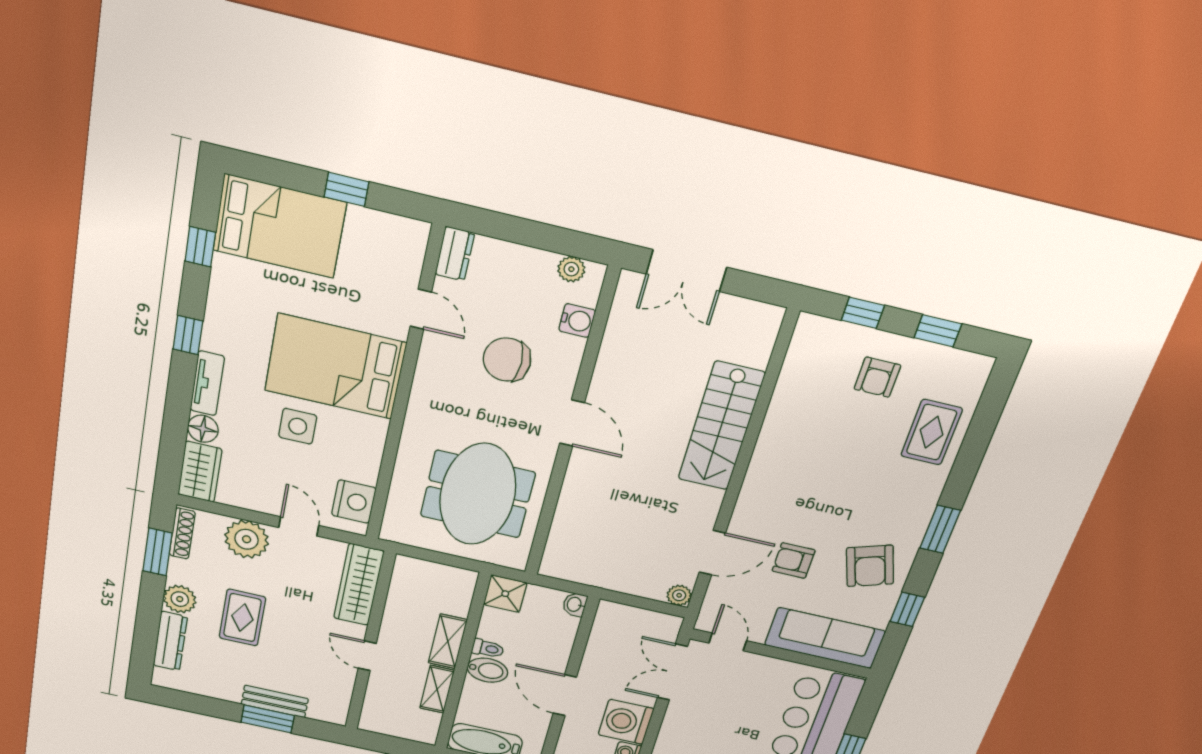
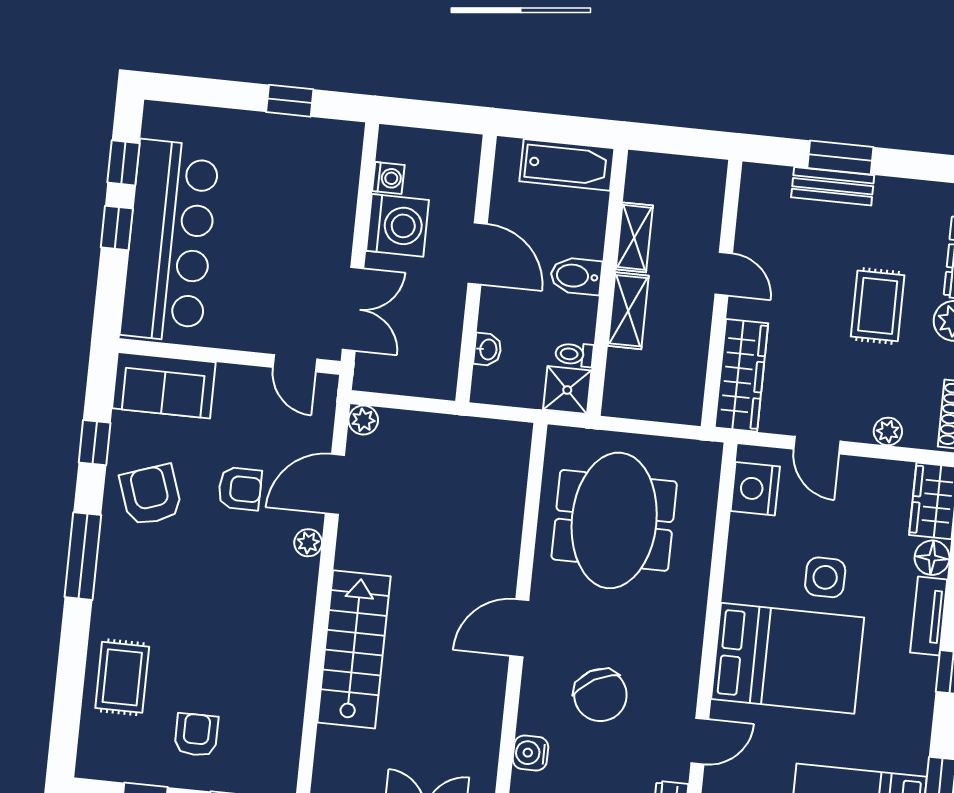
door: (421, 309) -> (700, 741), swing flipped
chair: (507, 360) -> (600, 695), turned 61
door: (572, 423) -> (519, 628), hinge flipped
plant: (744, 513) -> (308, 543), added
window: (940, 529) -> (83, 556), width x1.44
plant: (247, 539) -> (888, 431), width x0.53, depth x0.53
washbasin: (575, 604) -> (488, 349), moved
sofa: (825, 638) -> (164, 385), width x0.73
toilet: (488, 649) -> (574, 354), moved

